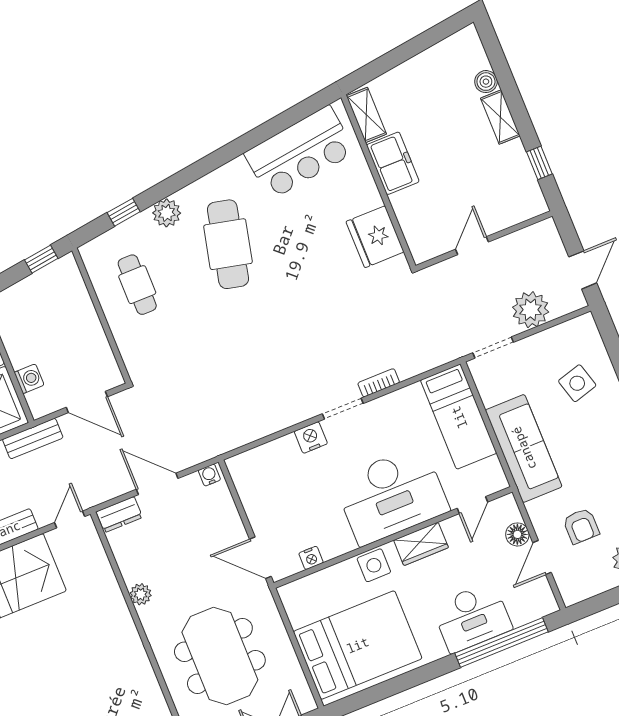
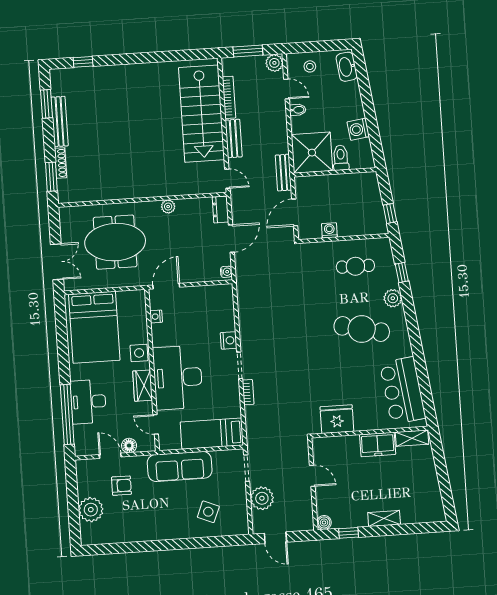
boiler: (486, 82) -> (324, 522), moved
washing machine: (29, 379) -> (329, 230), moved, turned 180
side table: (577, 383) -> (208, 512), turned 38
armchair: (581, 526) -> (121, 486), turned 180

